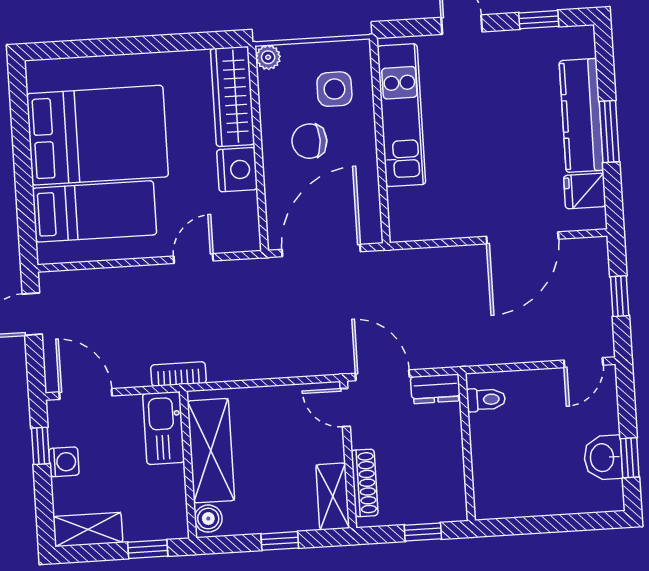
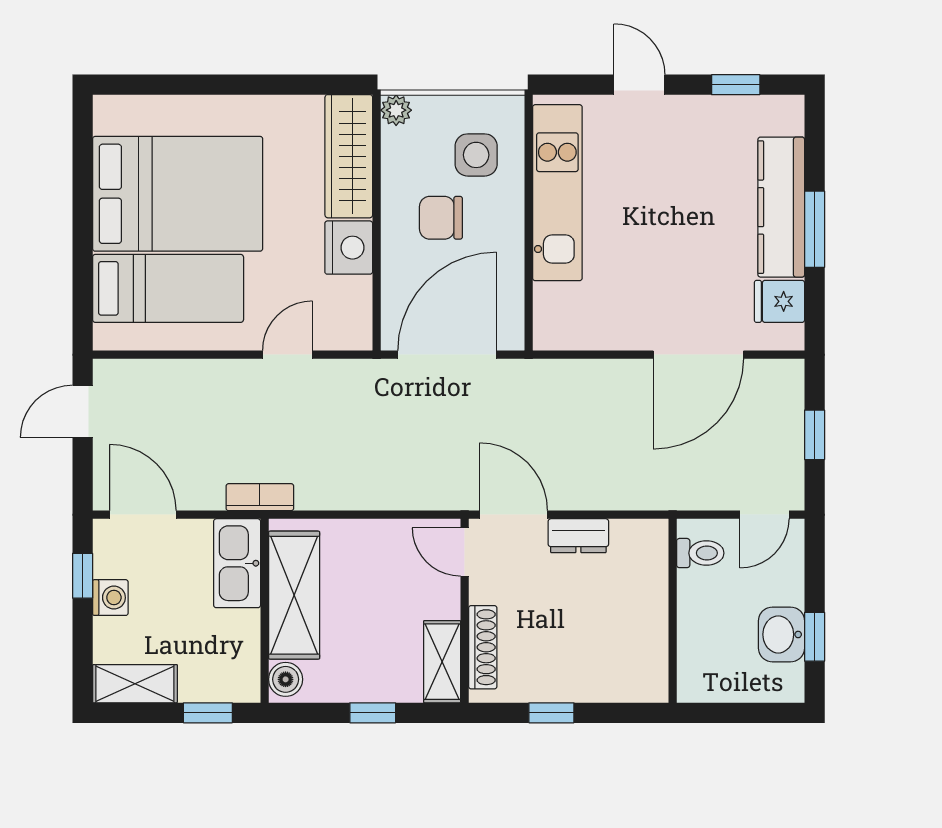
toilet: (486, 400) -> (700, 553), moved
wall: (467, 447) -> (673, 611), moved

